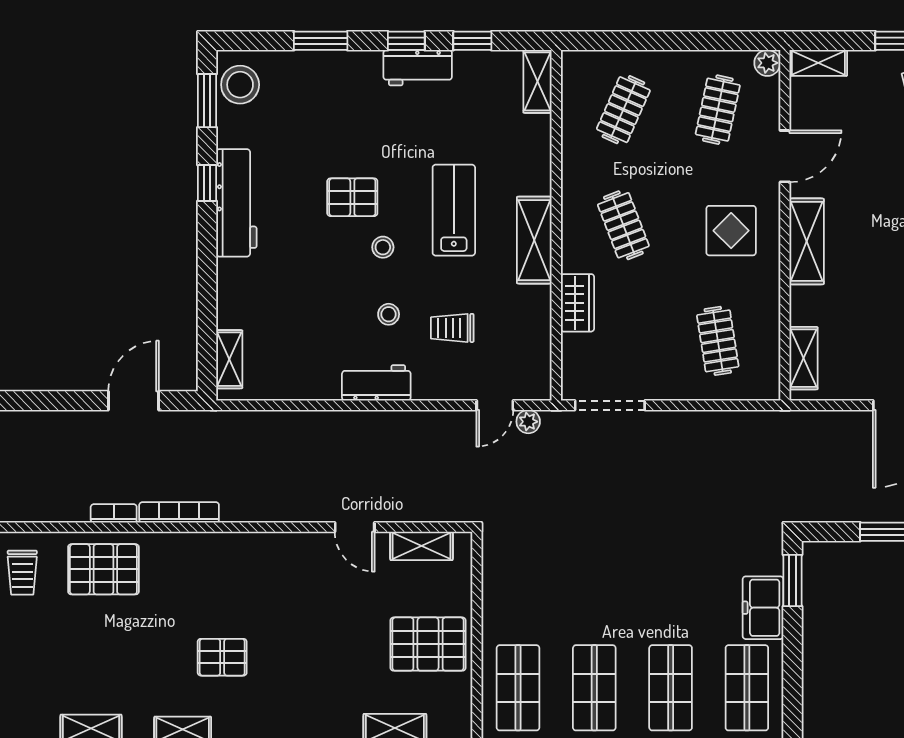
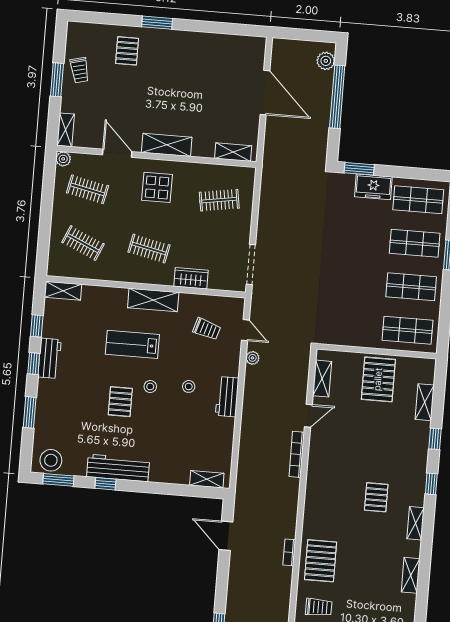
clothes rail: (623, 225) -> (149, 248), turned 33
trolley: (452, 328) -> (207, 329), moved, turned -73
plant: (528, 422) -> (253, 358), moved
bookcase: (179, 512) -> (297, 454), moved

